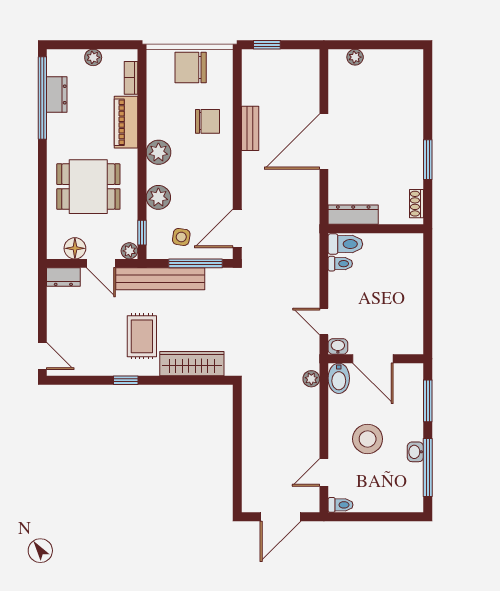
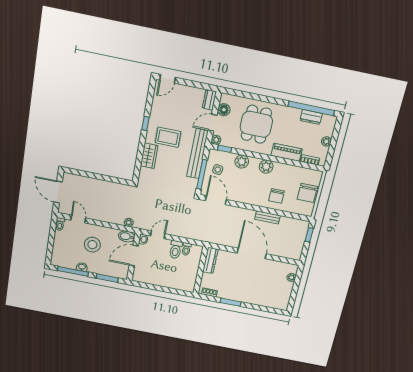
chair: (191, 68) -> (307, 193), turned 180
toilet: (345, 244) -> (176, 250), moved
wardrobe: (192, 364) -> (149, 156), width x0.67

